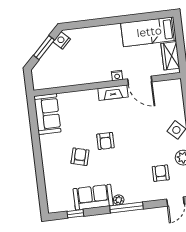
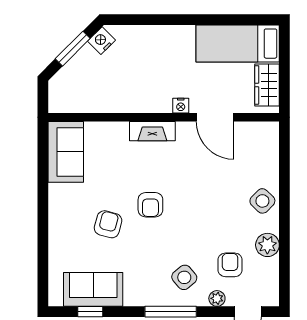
fireplace: (113, 93) -> (152, 131), moved
side table: (133, 185) -> (184, 277), added
sofa: (93, 197) -> (93, 289), moved
plant: (119, 200) -> (217, 298), moved

